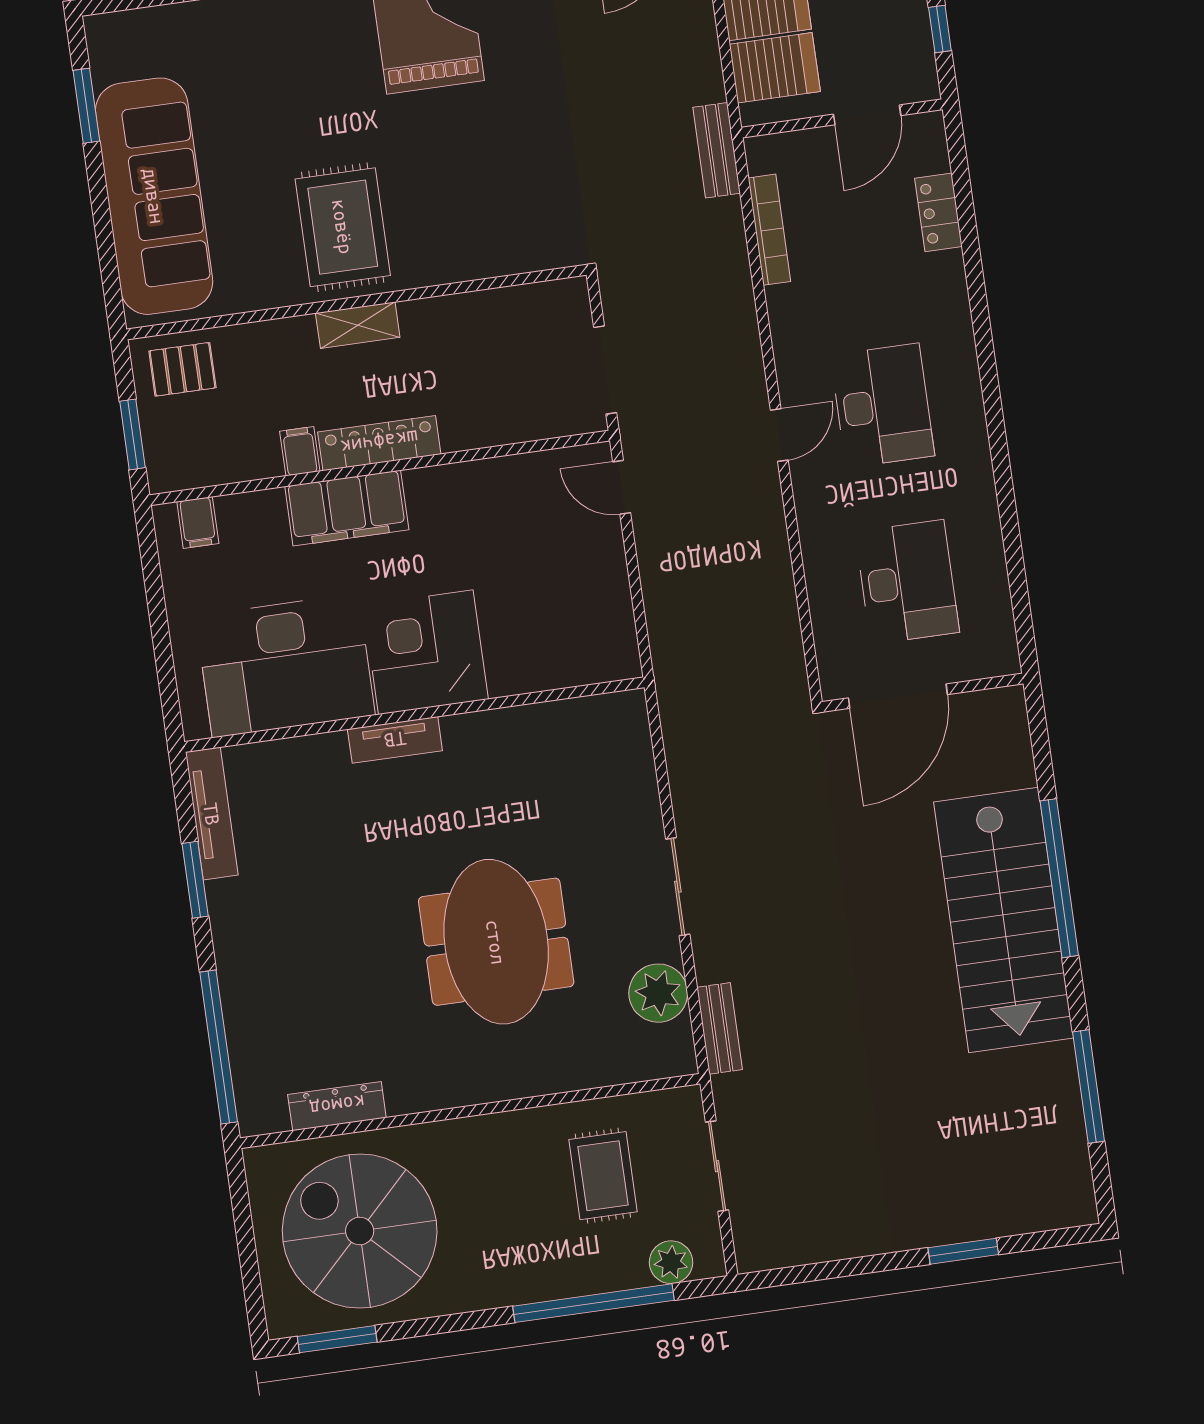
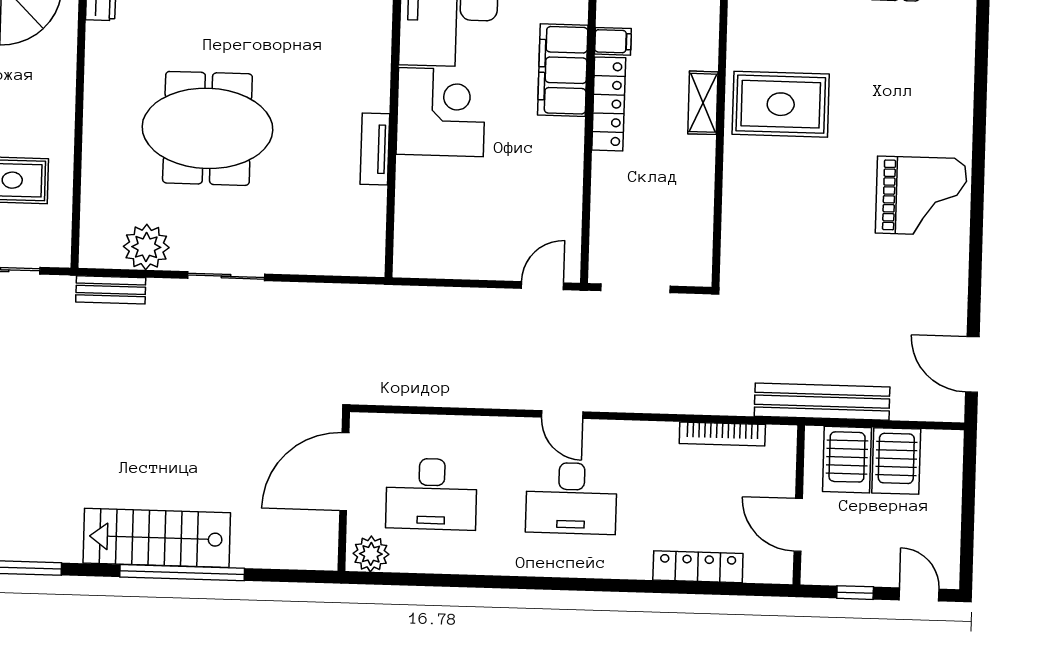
bench: (717, 150) -> (822, 402), width x1.86, depth x1.21
locker: (938, 212) -> (698, 567), width x1.53
plant: (995, 645) -> (371, 554), added
door: (898, 696) -> (344, 472), hinge flipped
tv unit: (395, 740) -> (375, 149), moved
stairs: (1004, 920) -> (157, 538), width x0.73, depth x0.66

